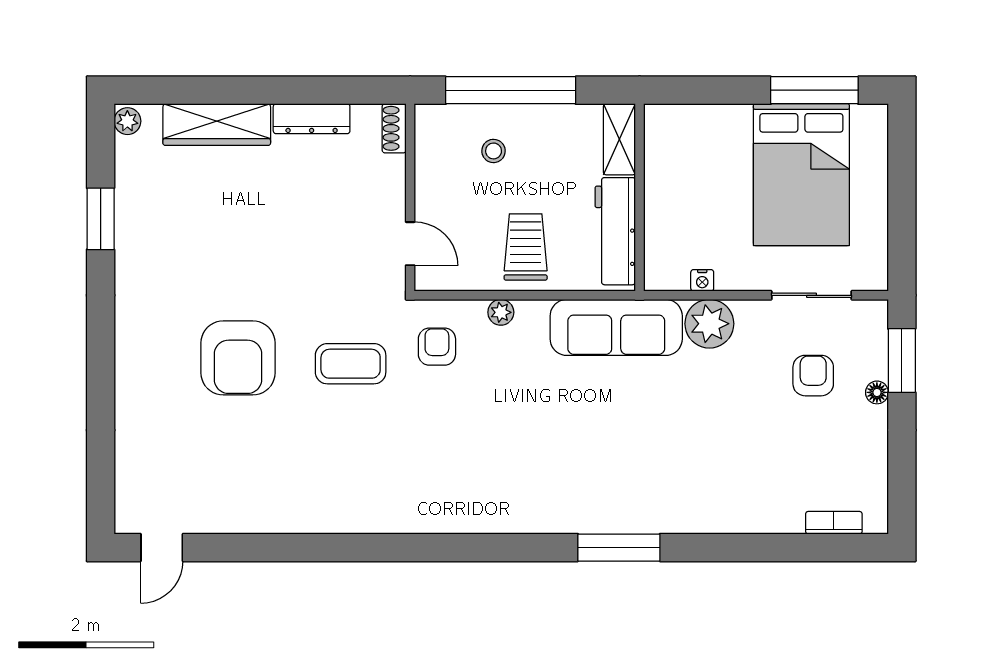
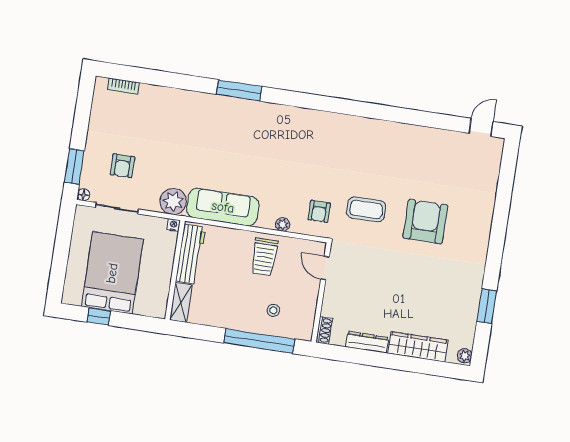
window: (814, 90) -> (99, 316), width x0.46
shelving: (619, 139) -> (181, 302), moved
wall: (639, 197) -> (175, 270), moved
workbench: (615, 231) -> (191, 254), moved
floor lamp: (877, 392) -> (83, 195), moved

